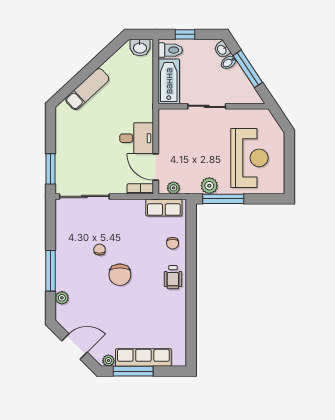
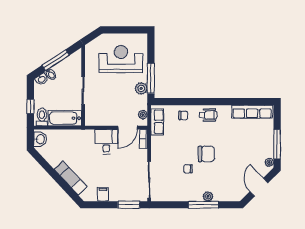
filing cabinet: (65, 133) -> (103, 194), added
plant: (62, 298) -> (208, 196), moved
row of seats: (143, 358) -> (252, 112), moved, turned -90

